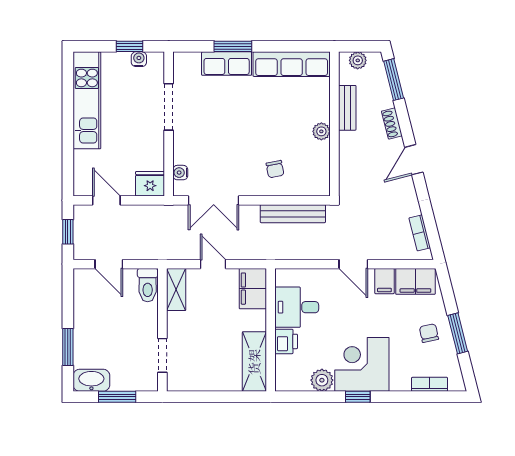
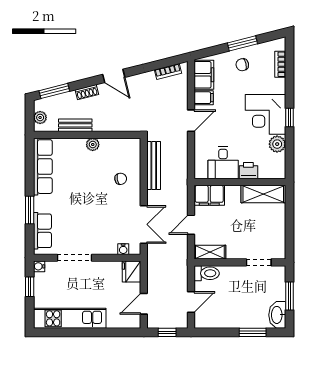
water cooler: (139, 59) -> (39, 266), moved
row of seats: (227, 64) -> (42, 231), moved

